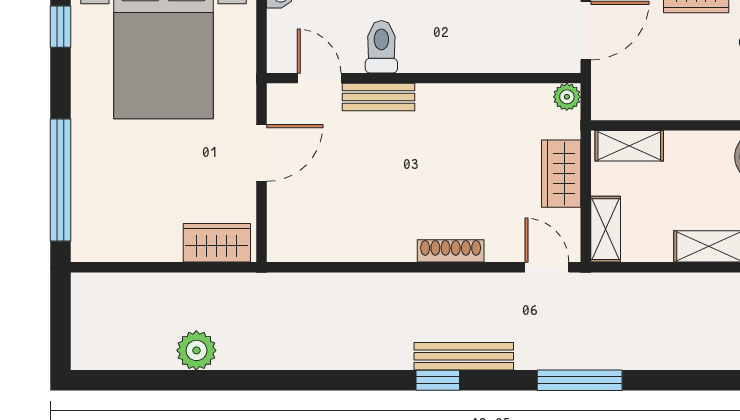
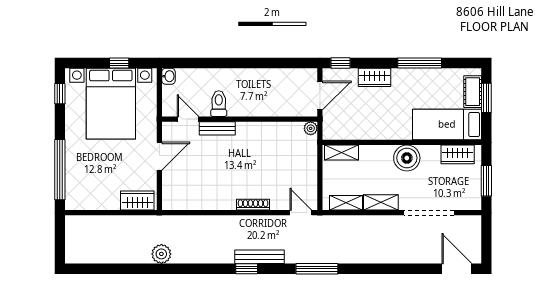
wardrobe: (561, 174) -> (308, 166), removed
shelving: (606, 229) -> (346, 203), moved, turned 90
plant: (196, 350) -> (161, 254), moved

